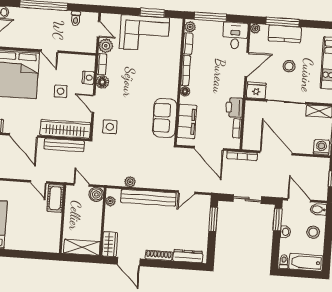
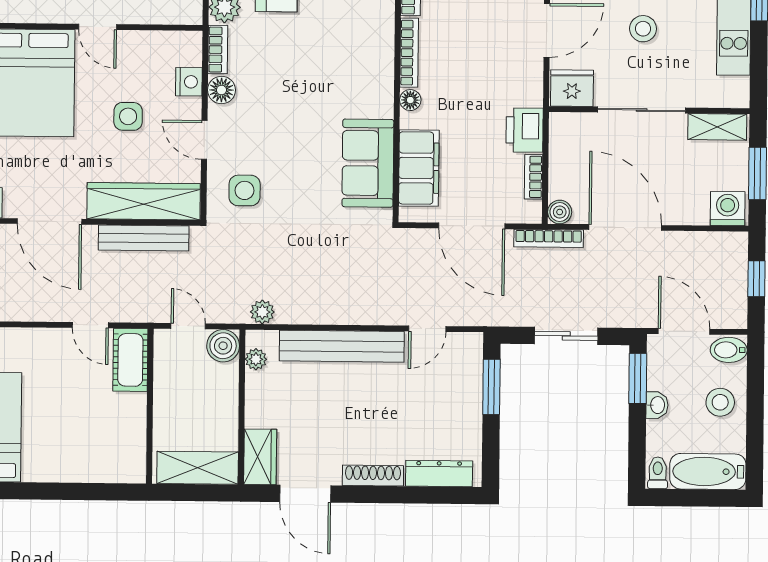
boiler: (248, 144) -> (560, 212), added
plant: (130, 182) -> (262, 312), moved

